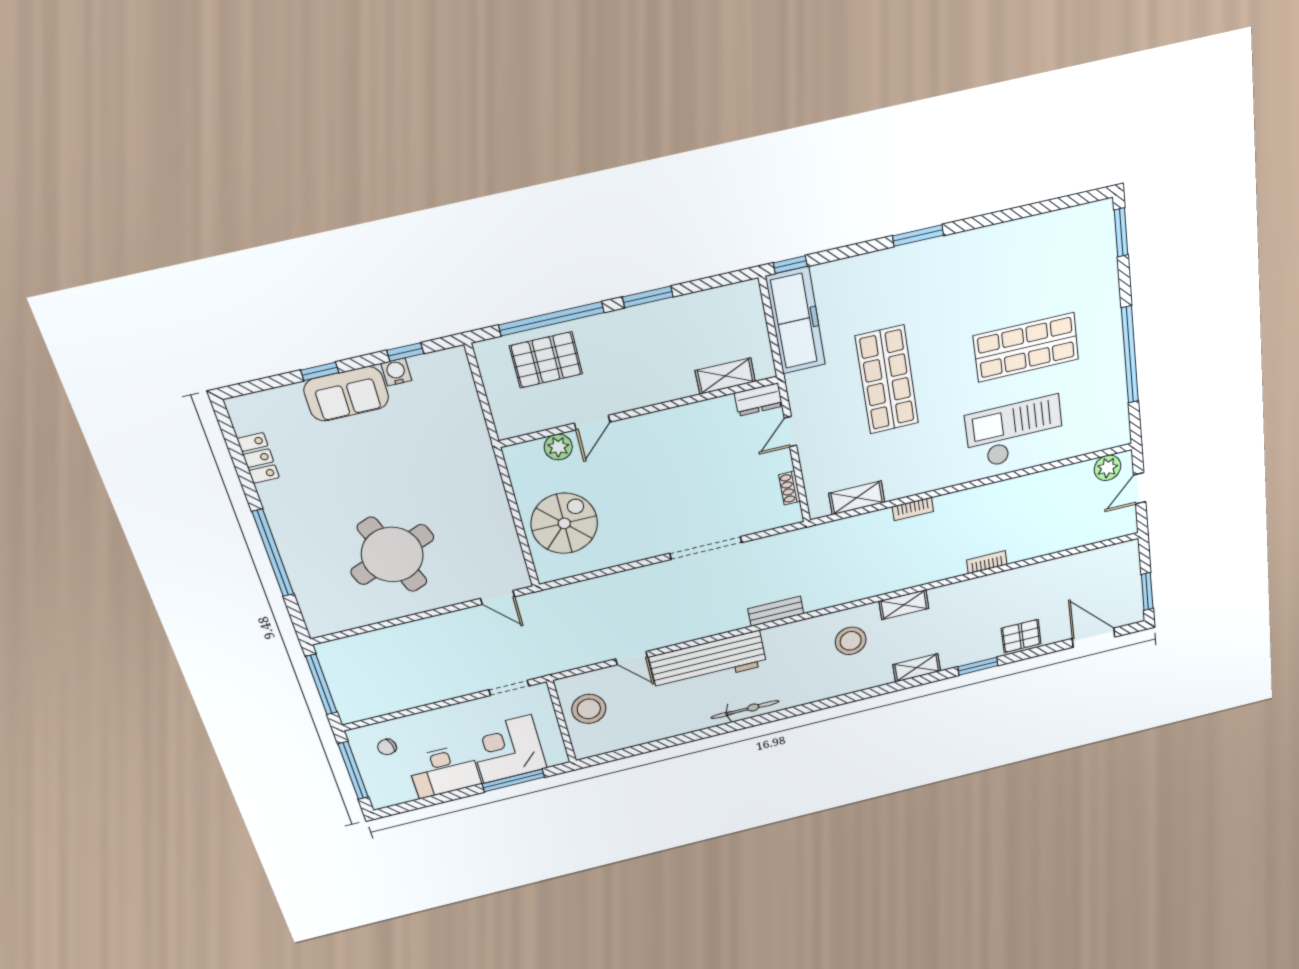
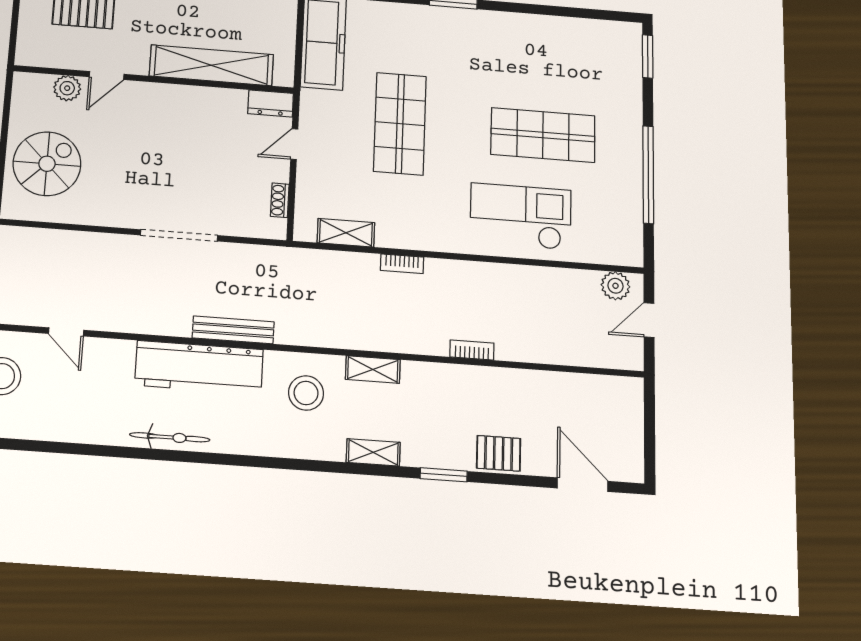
shelving: (725, 376) -> (211, 65), width x2.20, depth x1.33
window: (1147, 591) -> (650, 447), removed
bench: (776, 611) -> (233, 330), width x1.36
workbench: (708, 661) -> (199, 367), moved

